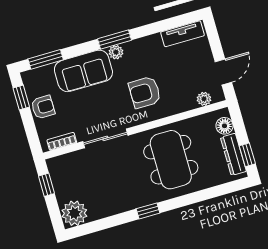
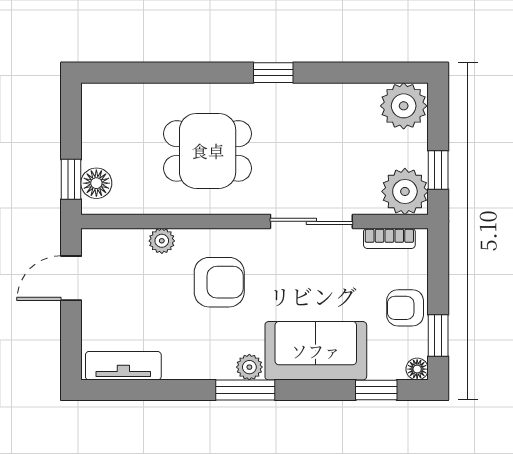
window: (46, 59) -> (376, 390), width x0.67
floor lamp: (27, 77) -> (417, 369), added
plant: (204, 99) -> (162, 241), moved
dresser: (233, 154) -> (95, 129), removed
window: (247, 155) -> (71, 179), moved
dining table: (171, 160) -> (208, 151), width x0.73
plant: (61, 168) -> (405, 191), added

